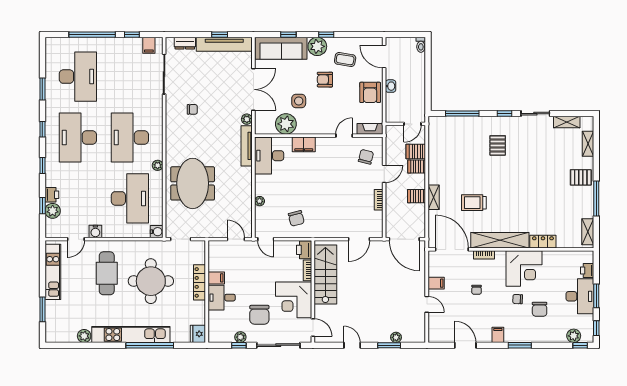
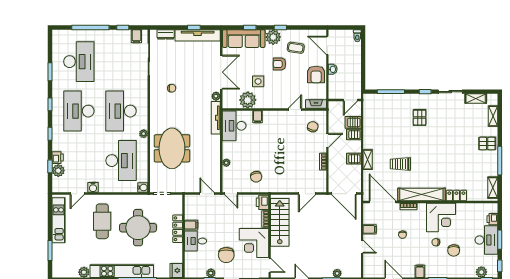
filing cabinet: (304, 144) -> (258, 117), width x0.50

